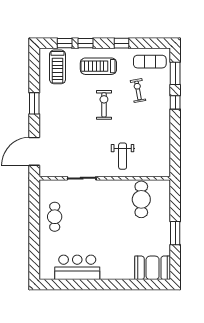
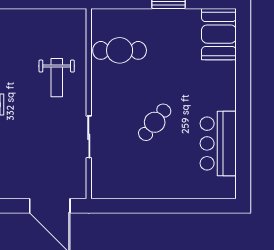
weight bench: (123, 156) -> (57, 78), turned 90
cafe table: (55, 217) -> (155, 122), moved, turned -52

